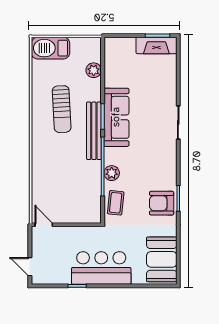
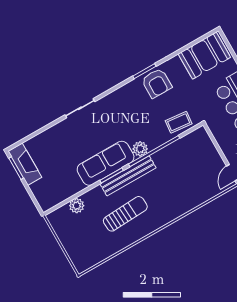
barbecue: (50, 48) -> (79, 253), removed
plant: (112, 173) -> (140, 149), moved

